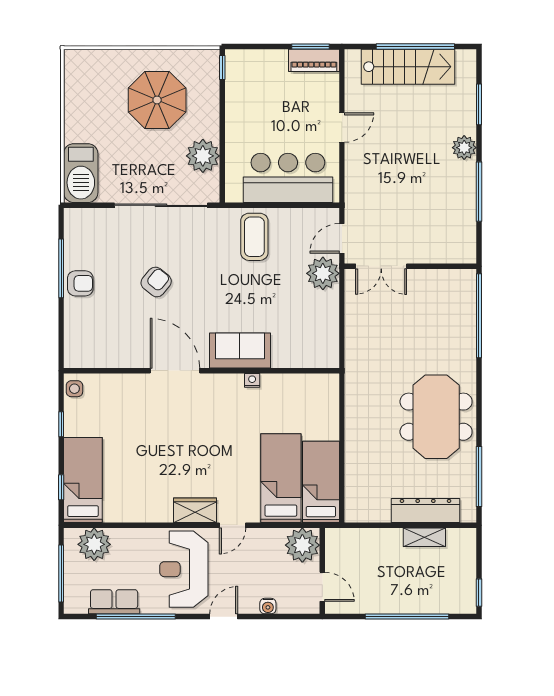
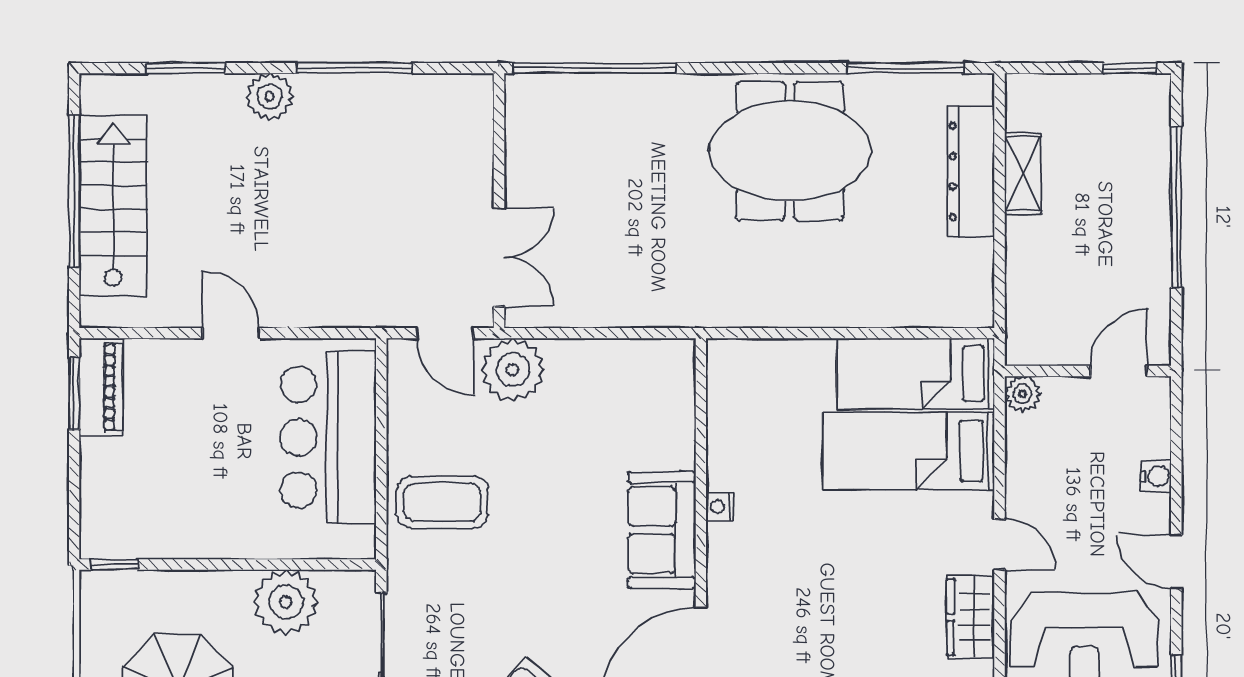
plant: (302, 545) -> (1022, 394), width x0.53, depth x0.53

